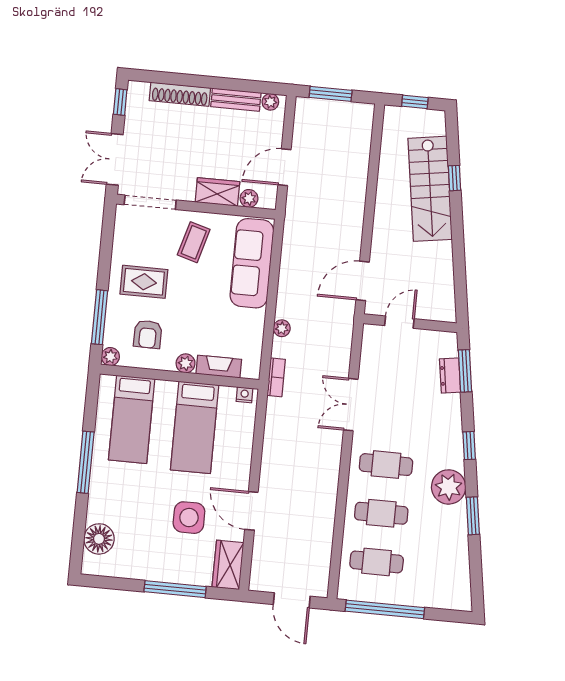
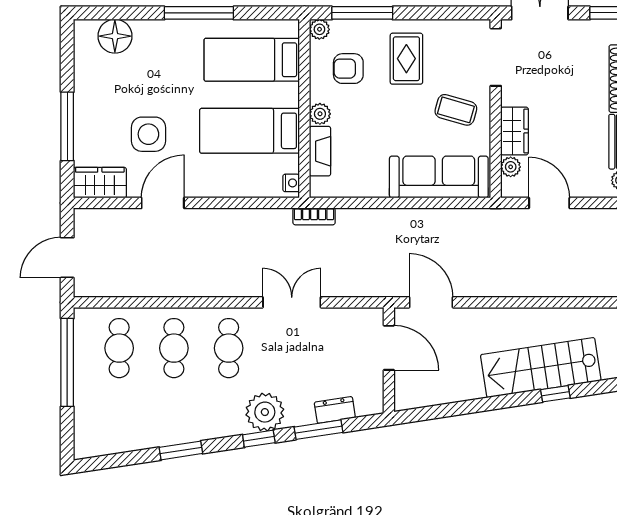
door: (399, 322) -> (389, 348), width x1.38
plant: (282, 328) -> (369, 217), removed
window: (465, 371) -> (319, 430), moved
plant: (449, 487) -> (265, 412), moved

